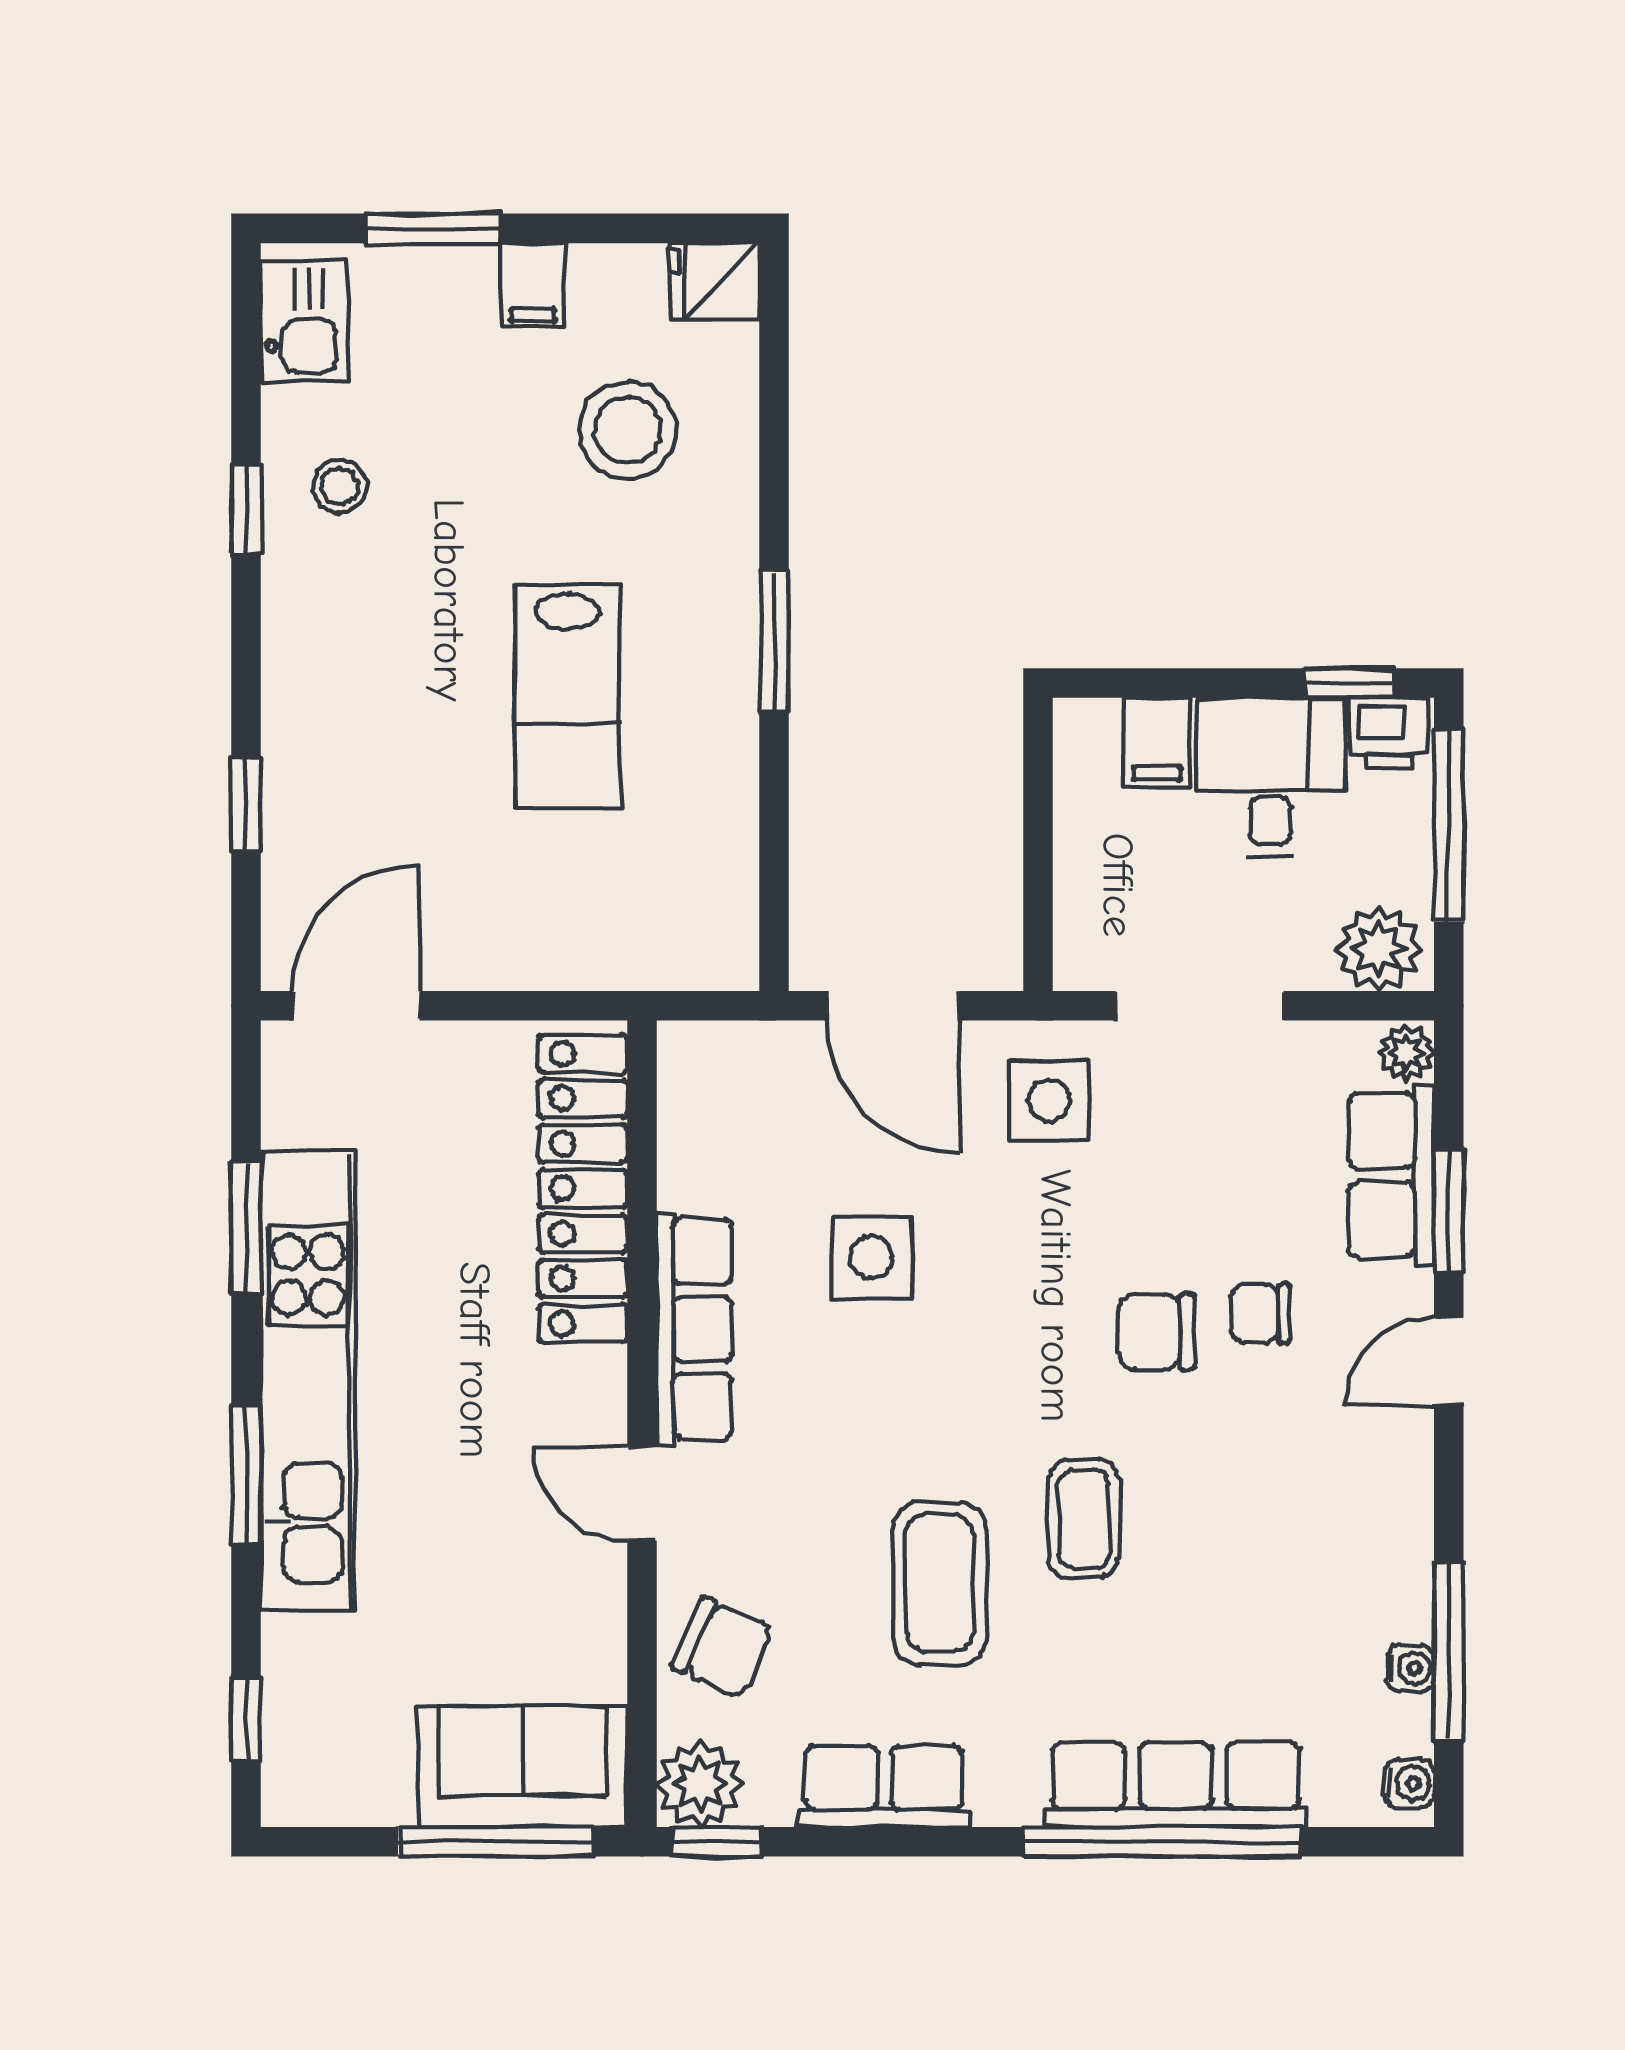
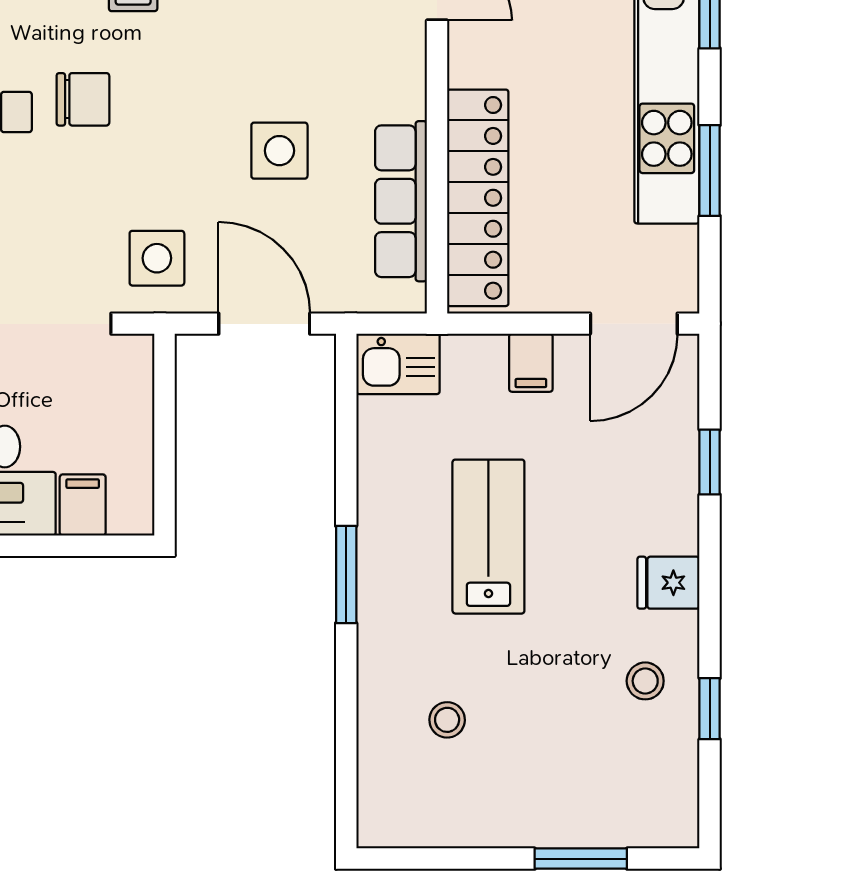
fridge: (714, 281) -> (668, 583), moved, turned 180
filing cabinet: (533, 285) -> (531, 363), moved, turned 180
kitchen sink: (305, 322) -> (398, 364), moved, turned -90
stool: (627, 430) -> (447, 720), width x0.53, depth x0.53
window: (246, 509) -> (710, 709), moved
row of seats: (694, 1329) -> (401, 201), moved

